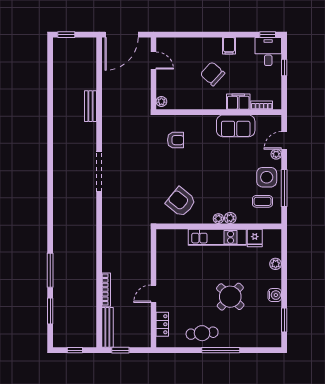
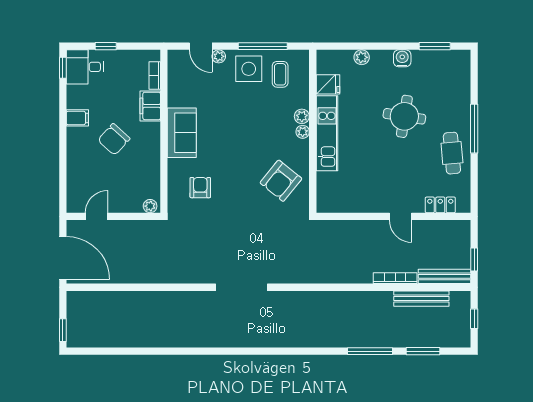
bench: (90, 106) -> (421, 299), moved, width x1.36
sofa: (236, 126) -> (182, 133), moved
round table: (230, 297) -> (404, 116), turned -34

